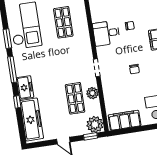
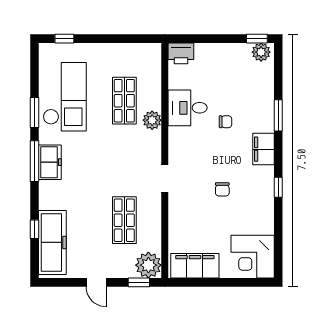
desk: (106, 33) -> (188, 108), moved
freezer: (25, 88) -> (50, 162), moved
plant: (92, 93) -> (152, 120), moved
window: (17, 102) -> (35, 229), moved

